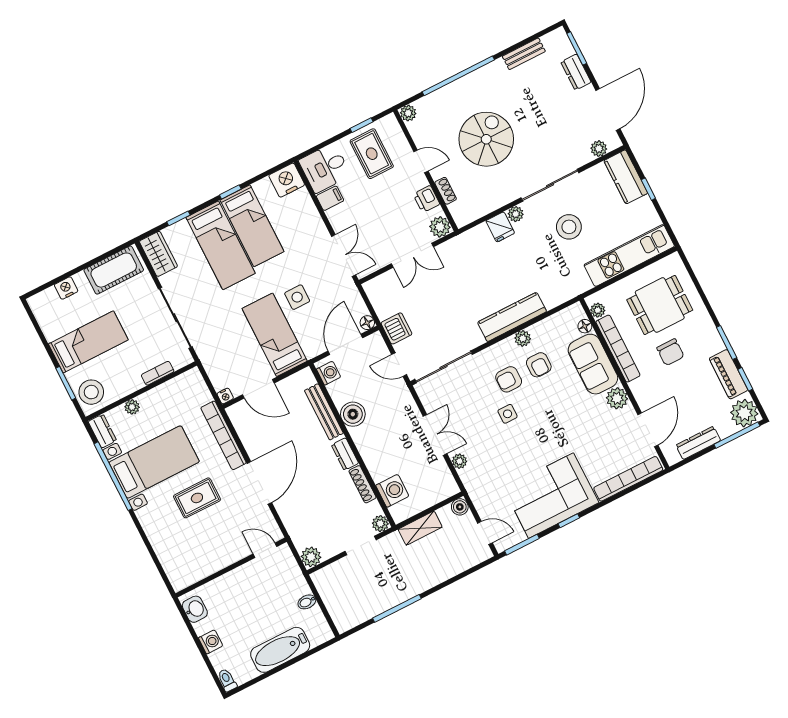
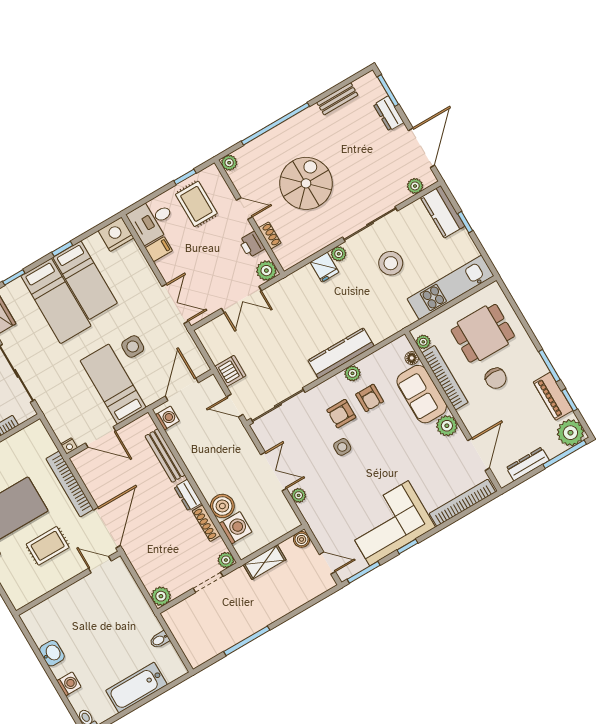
floor lamp: (367, 323) -> (202, 367), removed
boiler: (353, 414) -> (222, 506), moved
door: (265, 550) -> (100, 565), moved
wall: (231, 568) -> (68, 583), moved

